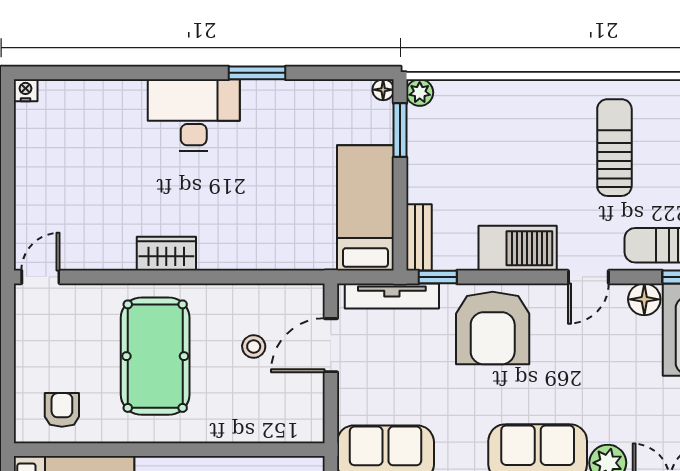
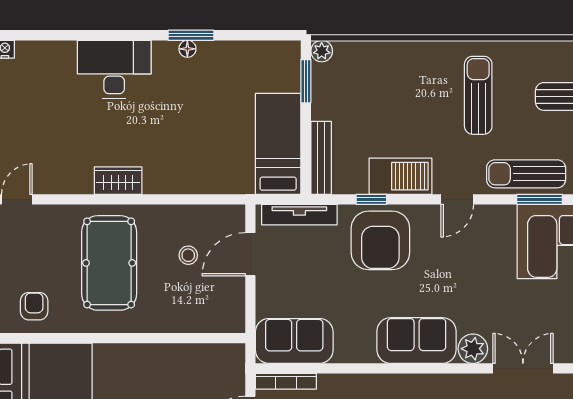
floor lamp: (383, 90) -> (187, 49), moved
desk: (194, 115) -> (114, 69), moved
bench: (419, 237) -> (321, 158), width x1.36
window: (438, 277) -> (371, 199), moved
floor lamp: (644, 299) -> (502, 217), removed

